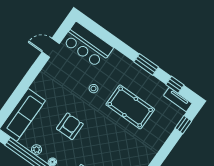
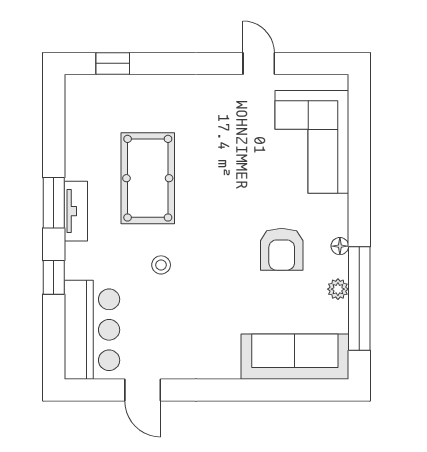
window: (175, 85) -> (54, 277), moved
tv unit: (178, 100) -> (76, 211), moved
armchair: (70, 126) -> (282, 249), moved, turned -90

